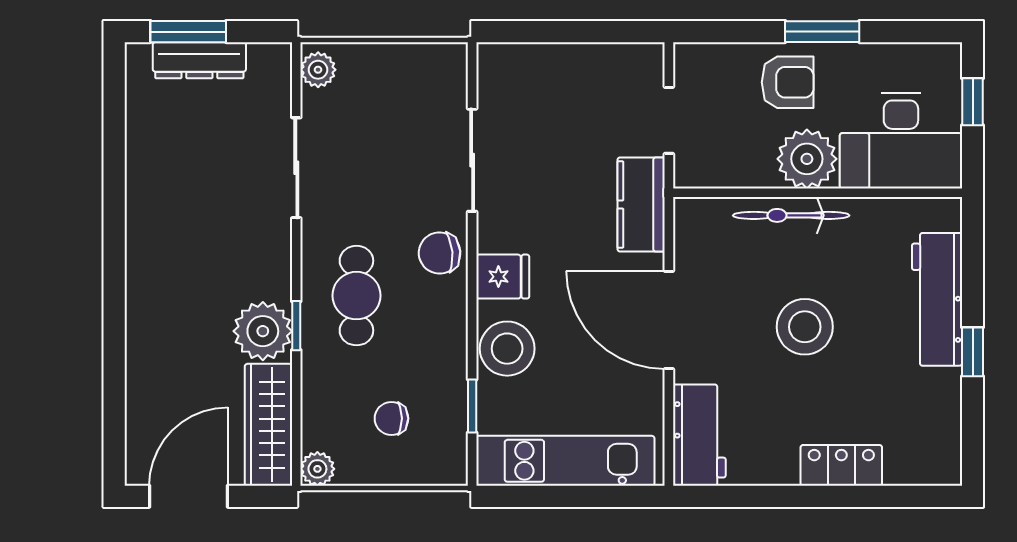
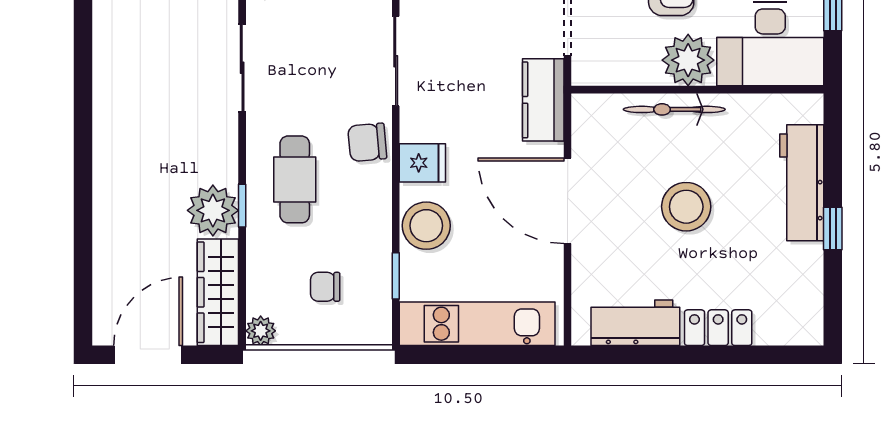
workbench: (699, 435) -> (635, 323), moved, turned -90

